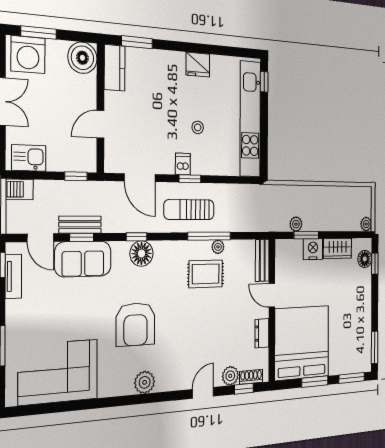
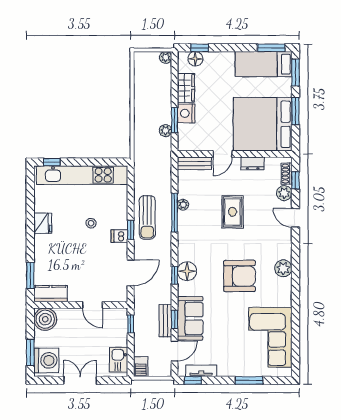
sun lounger: (189, 210) -> (147, 217), moved
rug: (206, 274) -> (233, 212), moved
bed: (360, 340) -> (264, 64), added

